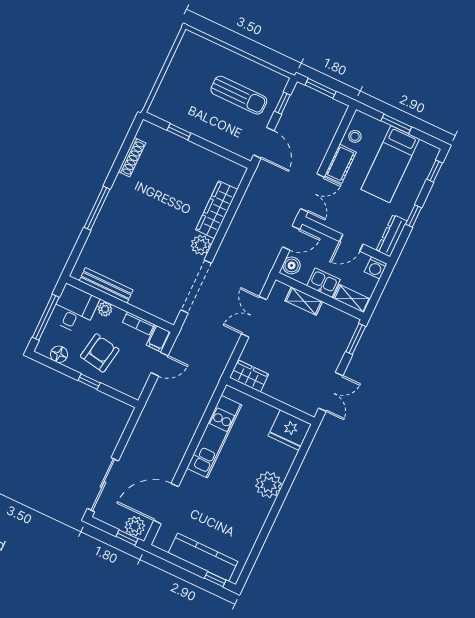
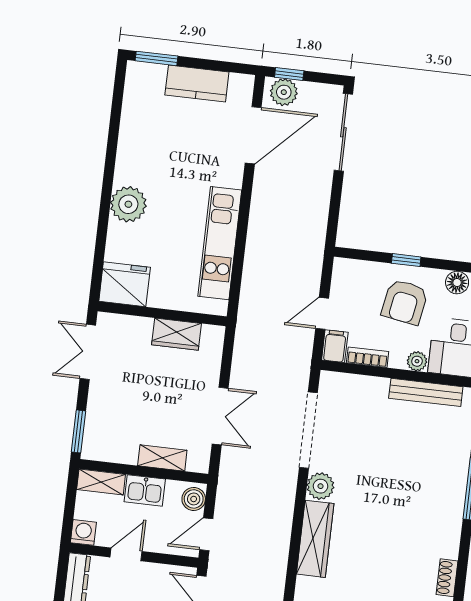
shoe rack: (132, 157) -> (447, 578), width x0.70
wardrobe: (249, 376) -> (177, 334), moved
kitchen counter: (203, 557) -> (197, 83), width x0.67
window: (215, 579) -> (157, 58), width x1.50

